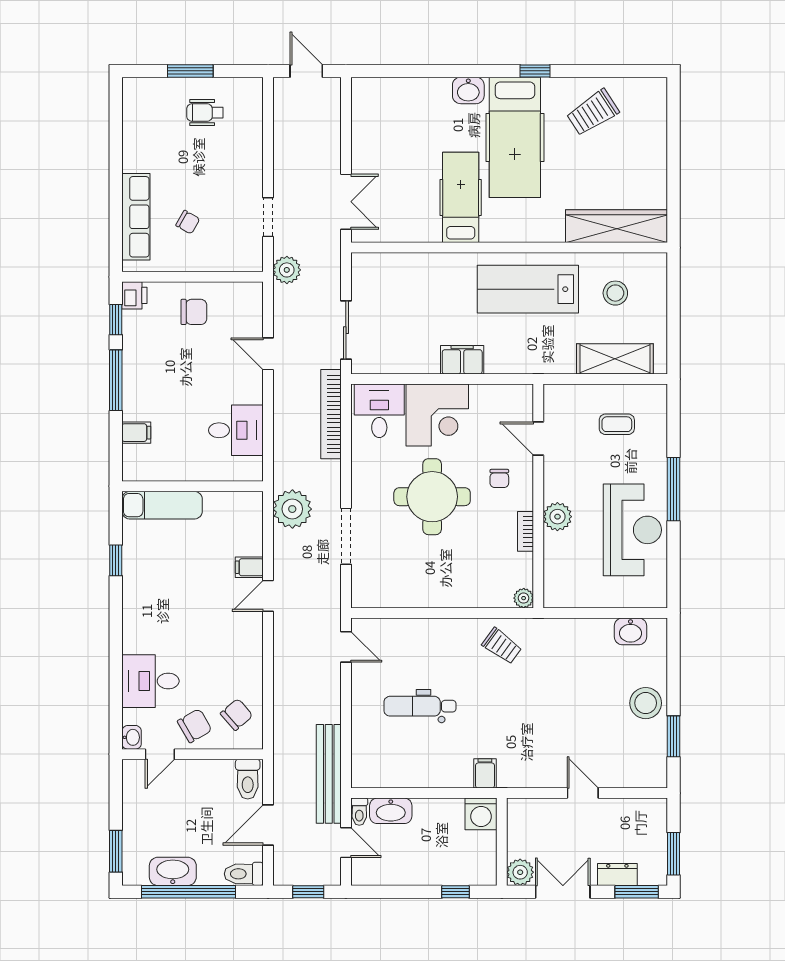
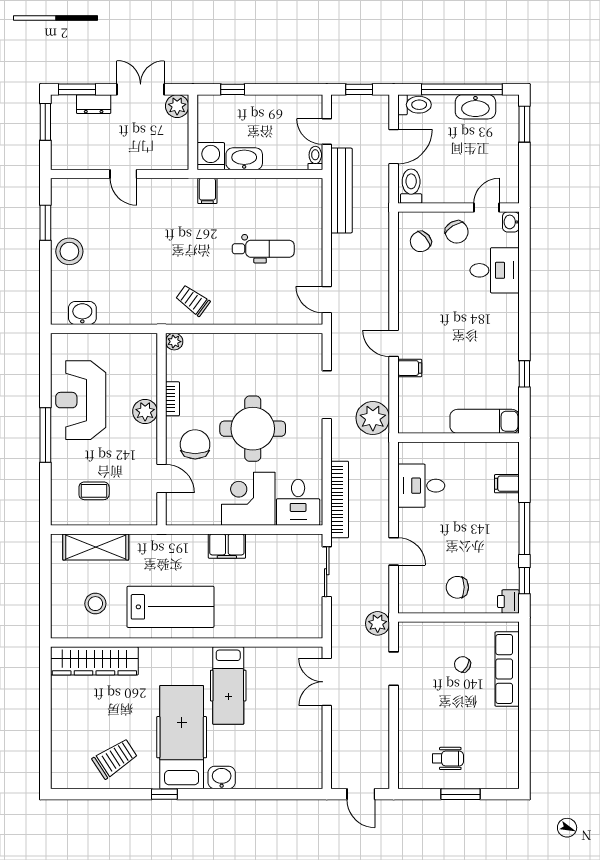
chair: (499, 478) -> (195, 444), width x1.87, depth x1.87
door: (268, 596) -> (394, 343), swing flipped
chair: (195, 726) -> (457, 232), turned -91
washbasin: (391, 811) -> (244, 159), moved
double door: (563, 892) -> (141, 89), swing flipped

